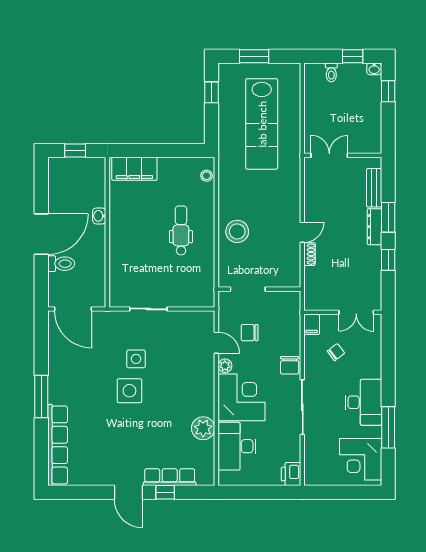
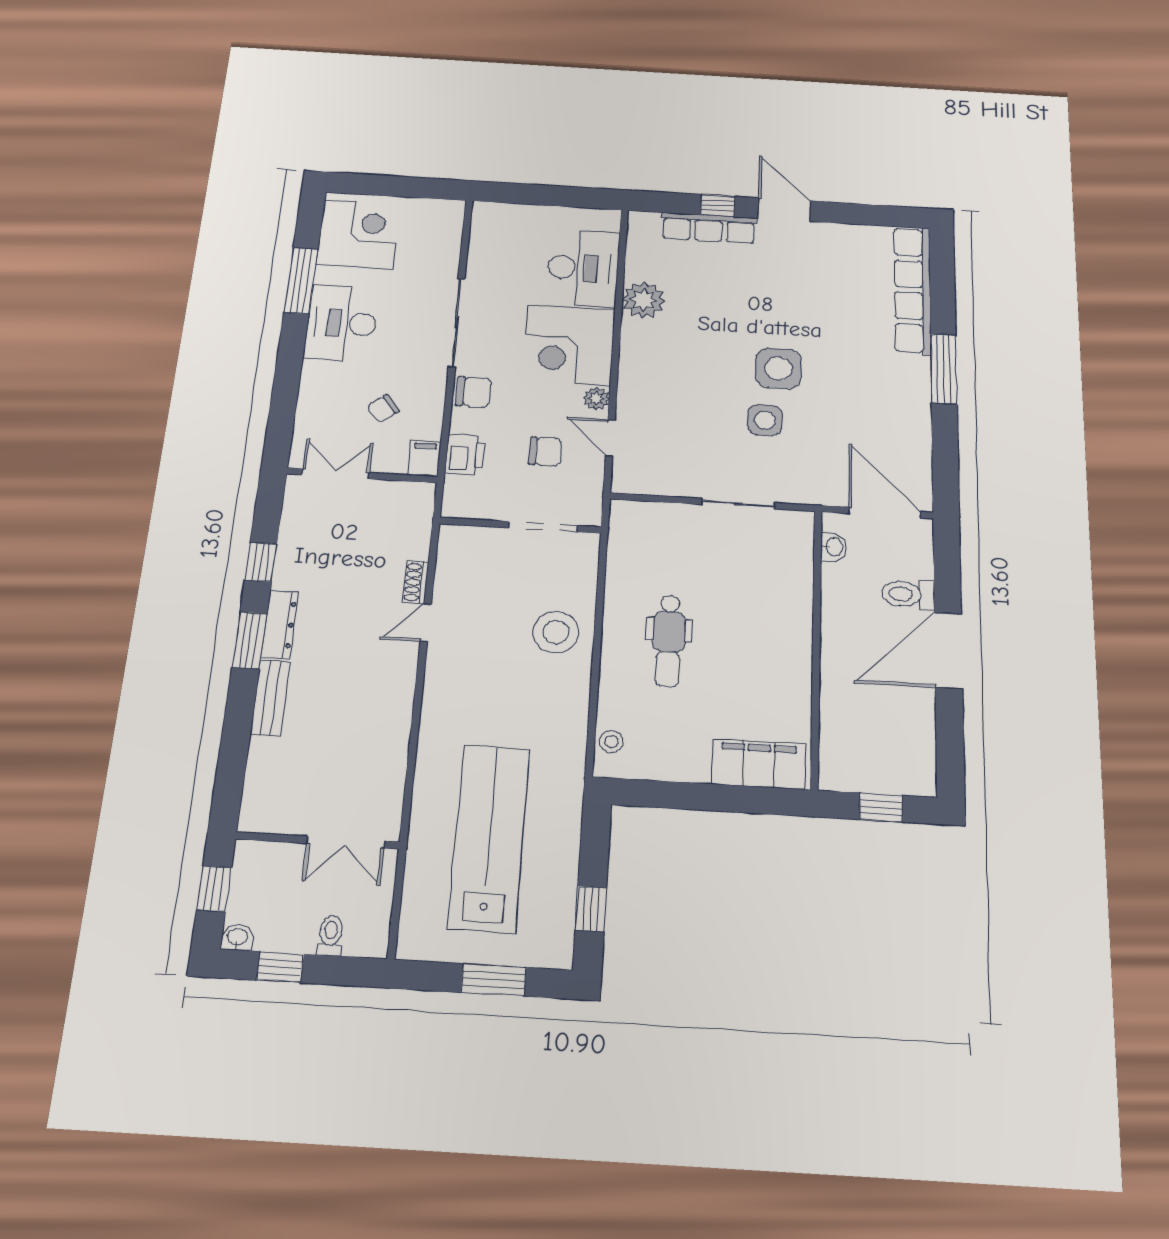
double door: (329, 155) -> (346, 842), moved
wall: (343, 155) -> (317, 840), moved
washbasin: (99, 216) -> (834, 547), moved
chair: (290, 365) -> (474, 392), turned 90
printer: (291, 474) -> (465, 455), moved

